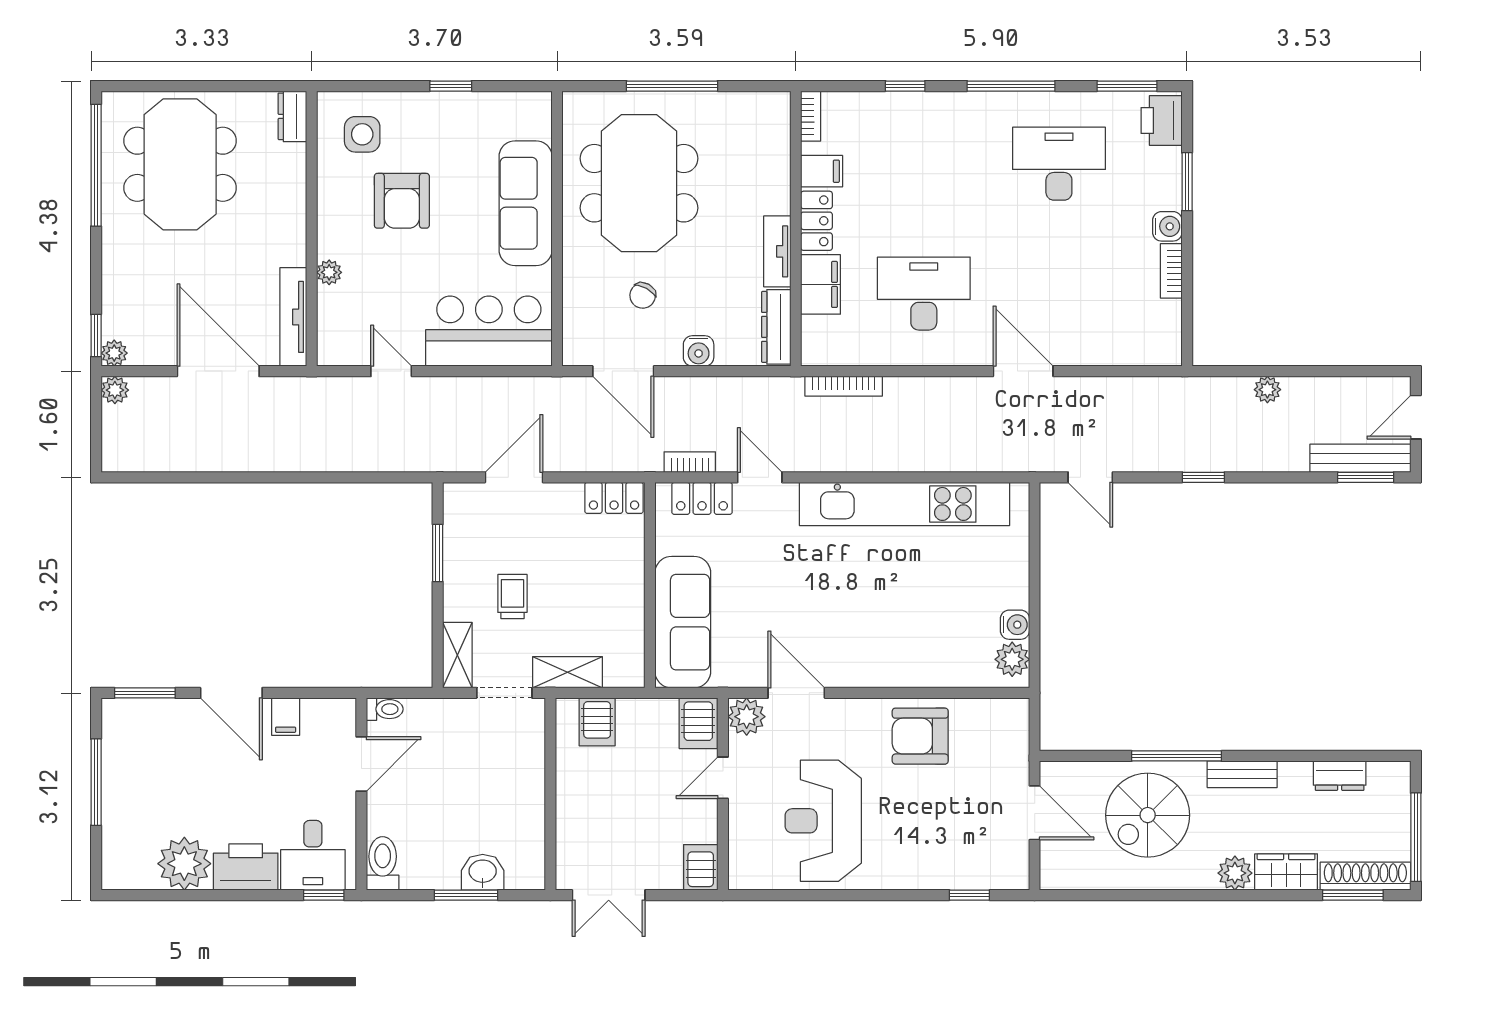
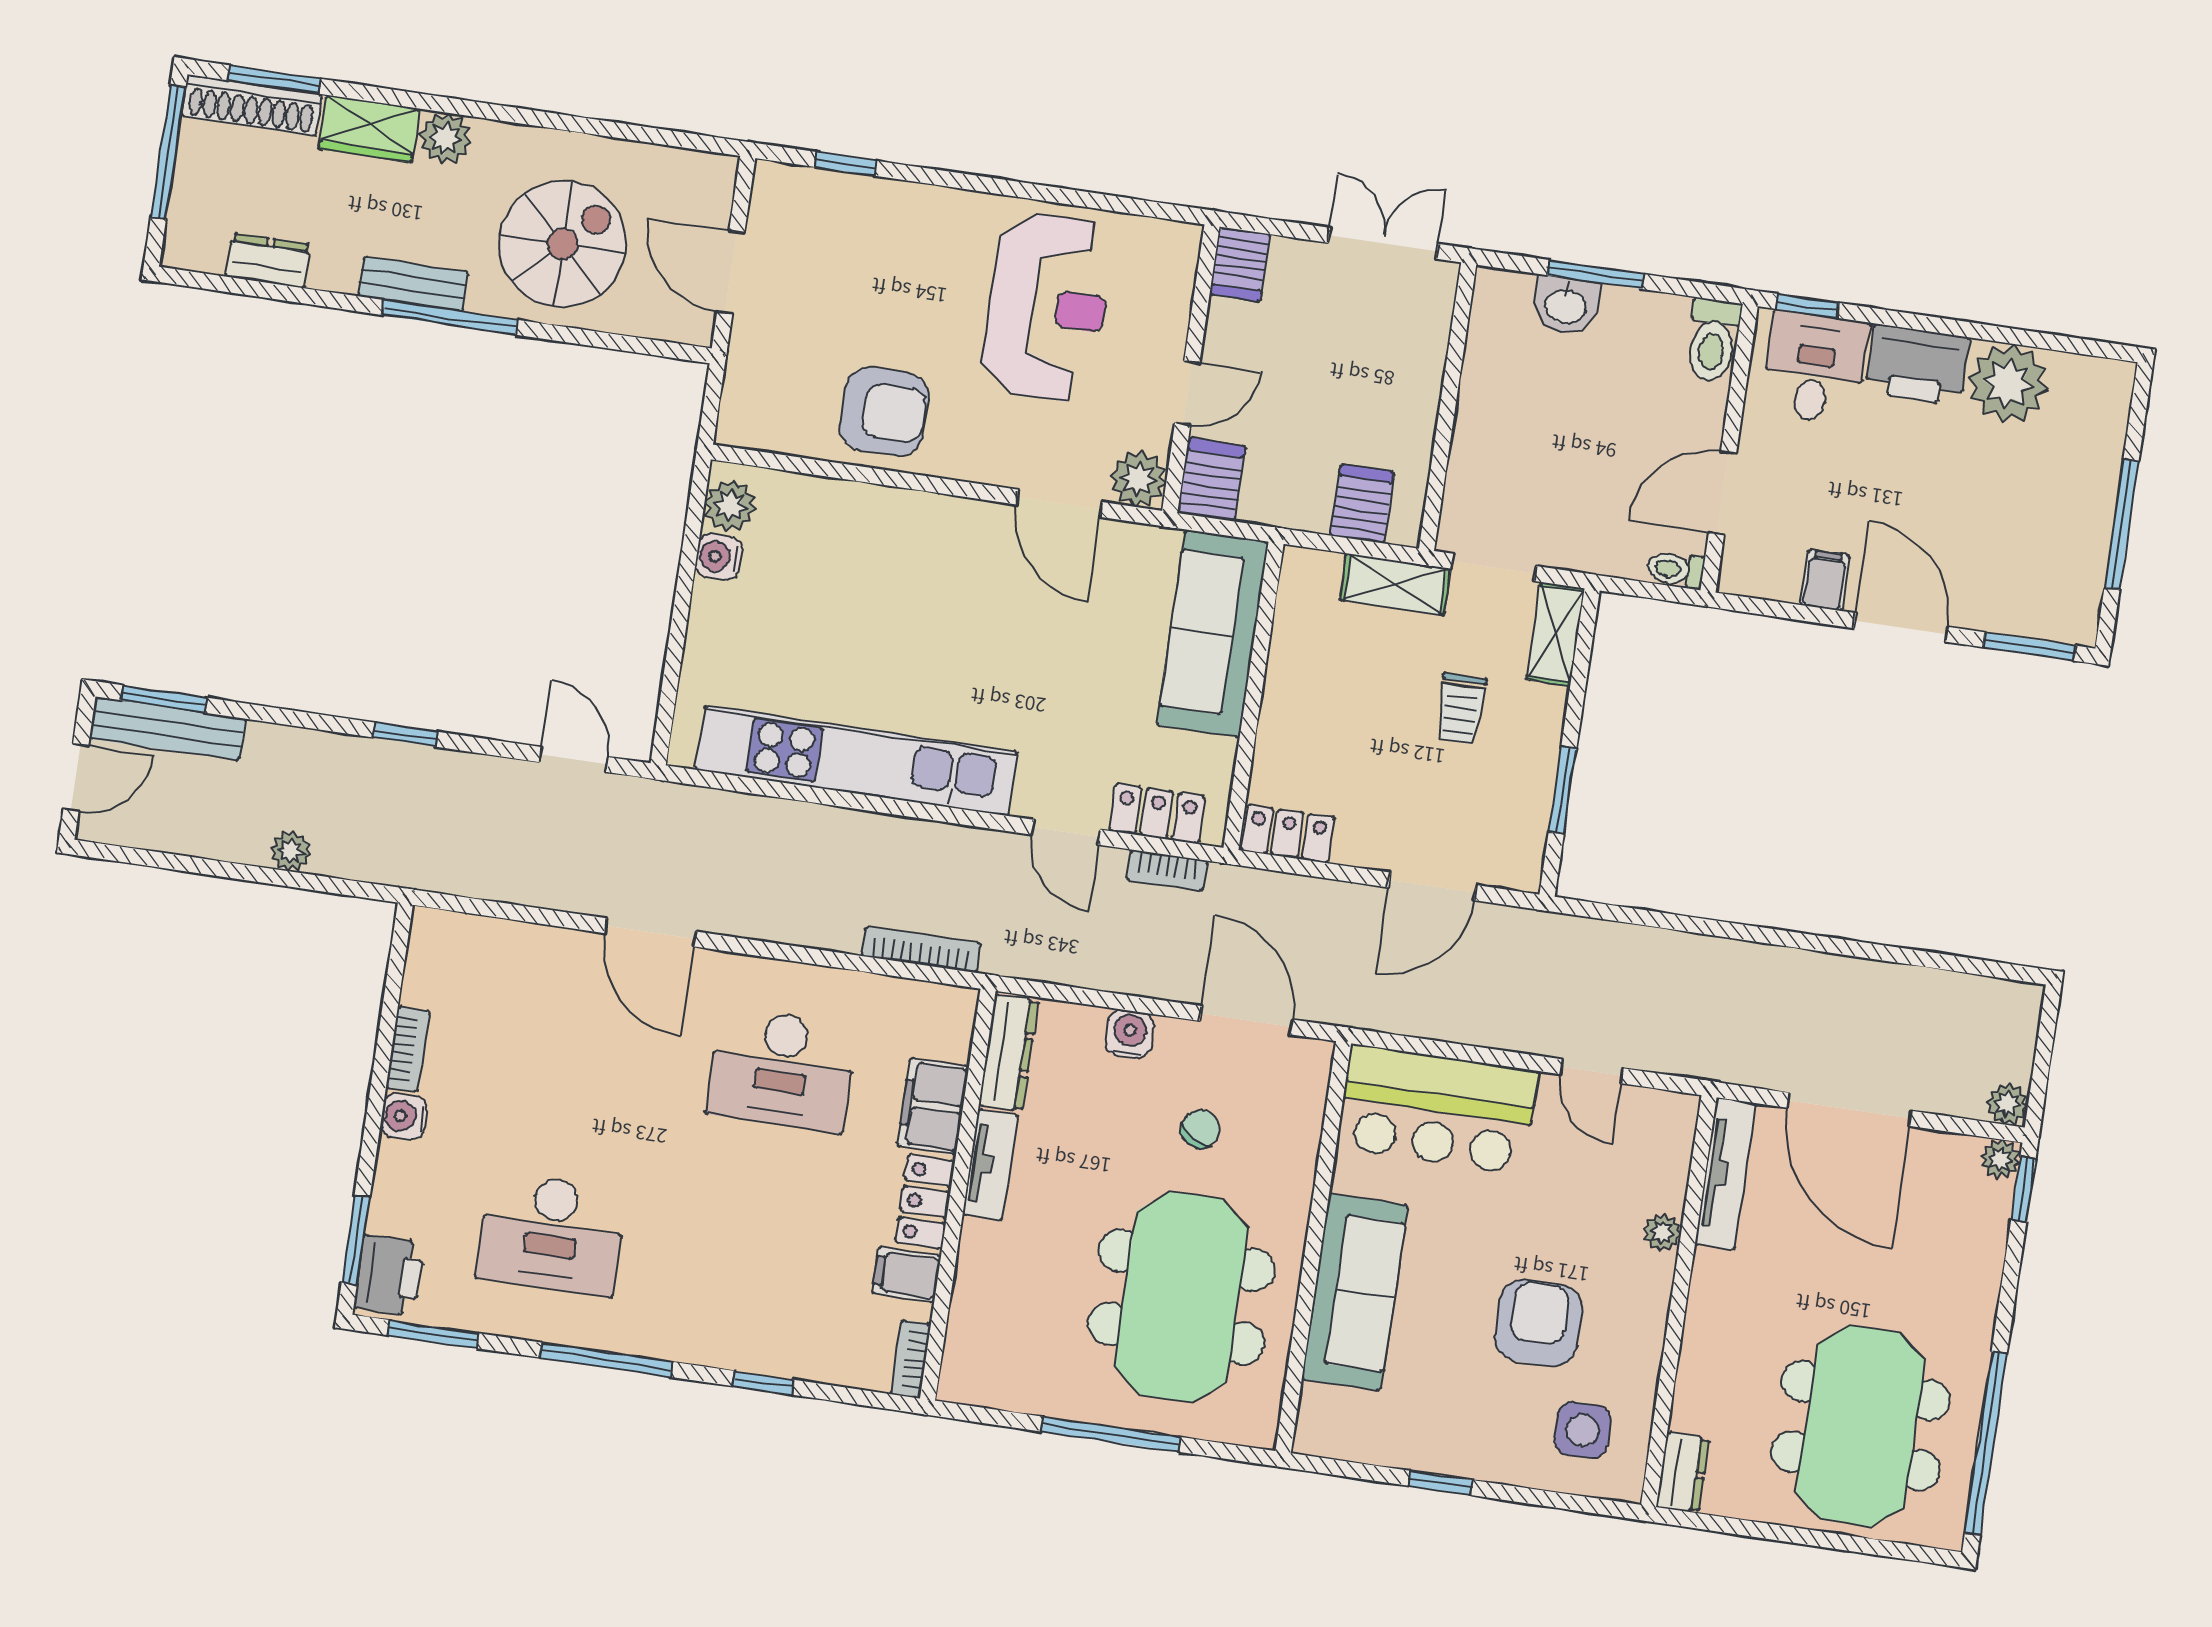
window: (1187, 182) -> (356, 1240), moved
window: (1176, 756) -> (449, 317), moved

